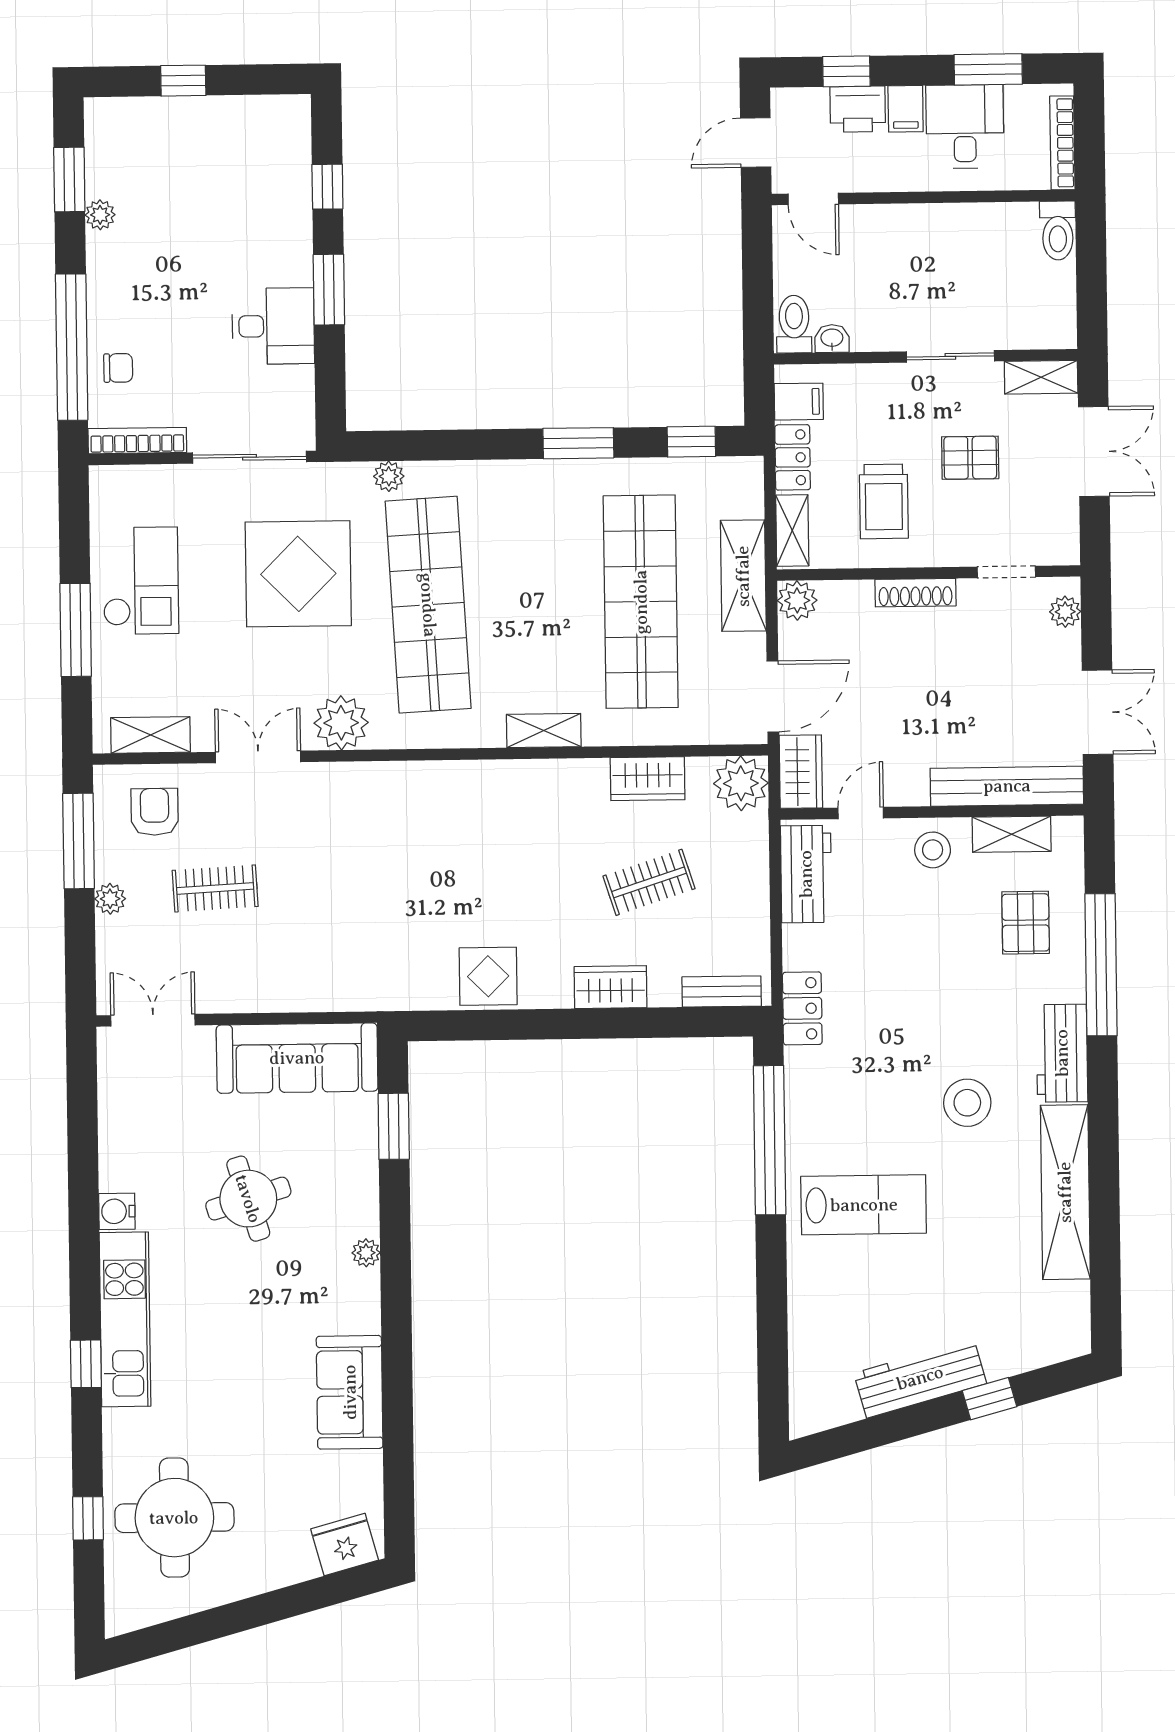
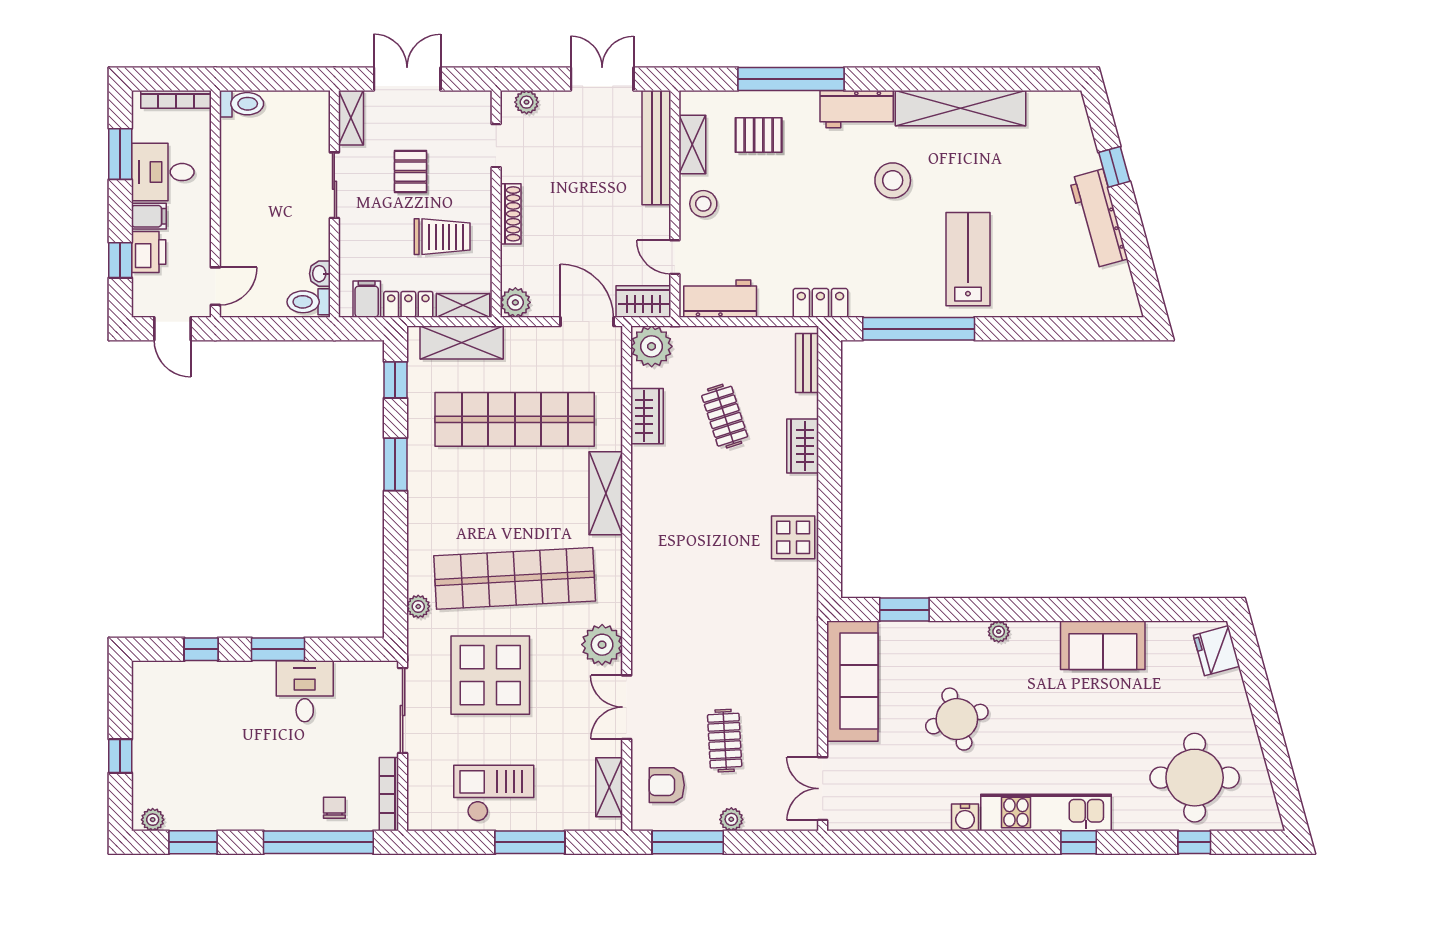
plant: (100, 215) -> (153, 820), moved
shelving: (743, 576) -> (462, 342), moved
shelving: (544, 731) -> (606, 493), width x1.50, depth x1.33

